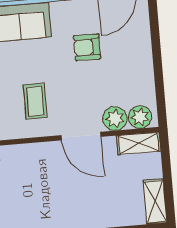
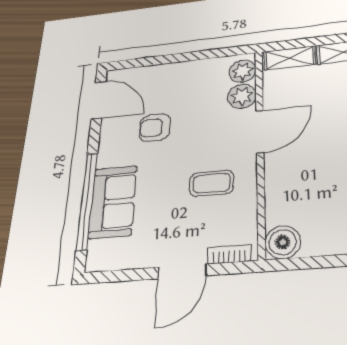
armchair: (87, 47) -> (155, 128), turned 90
shelving: (139, 143) -> (290, 58), moved, turned 90

